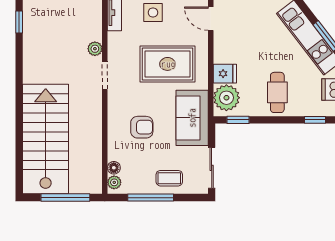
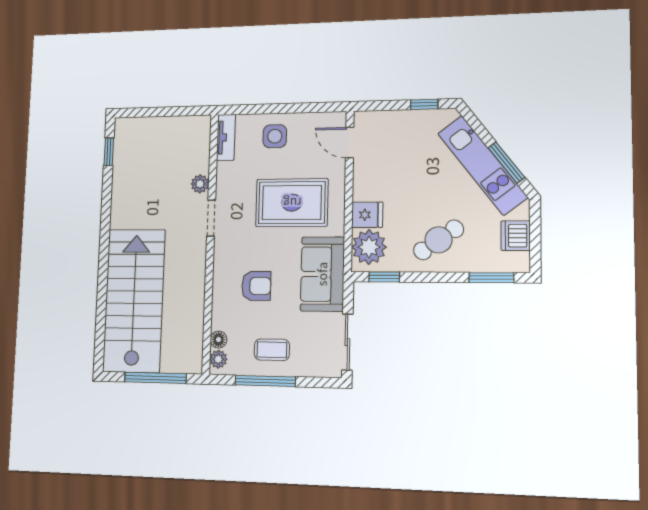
cafe table: (277, 92) -> (439, 240), turned 55
window: (315, 120) -> (491, 278), width x1.50
coffee table: (169, 178) -> (272, 350), moved

